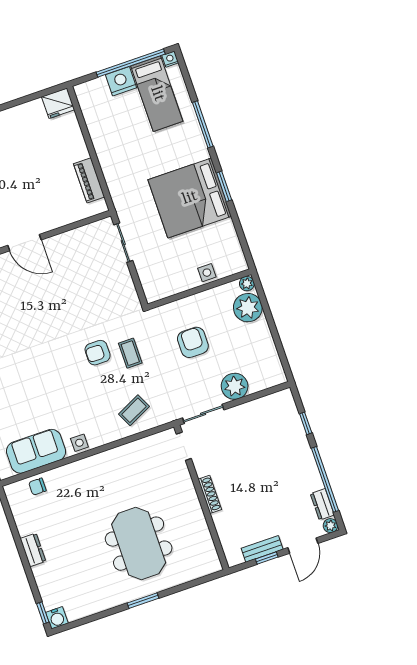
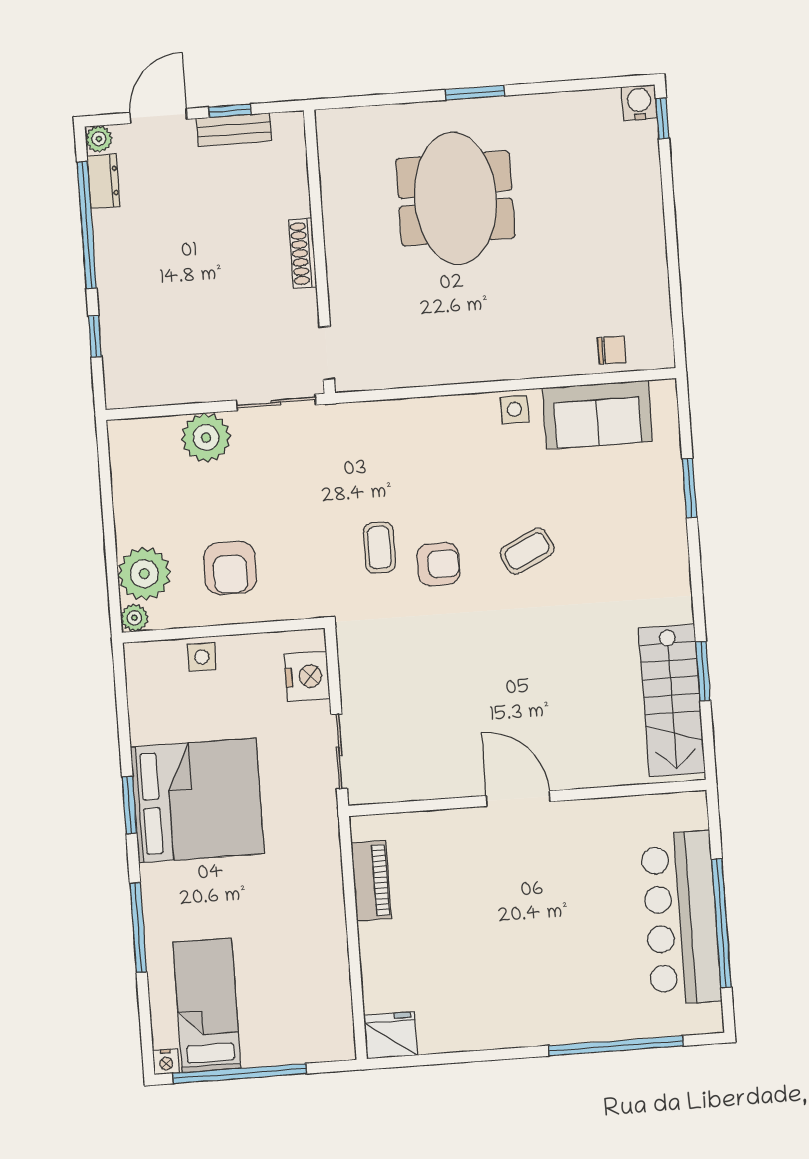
nightstand: (121, 81) -> (307, 676), moved, turned -90
armchair: (193, 342) -> (230, 568), moved
coffee table: (134, 410) -> (527, 551), moved
dresser: (33, 550) -> (650, 237), removed

